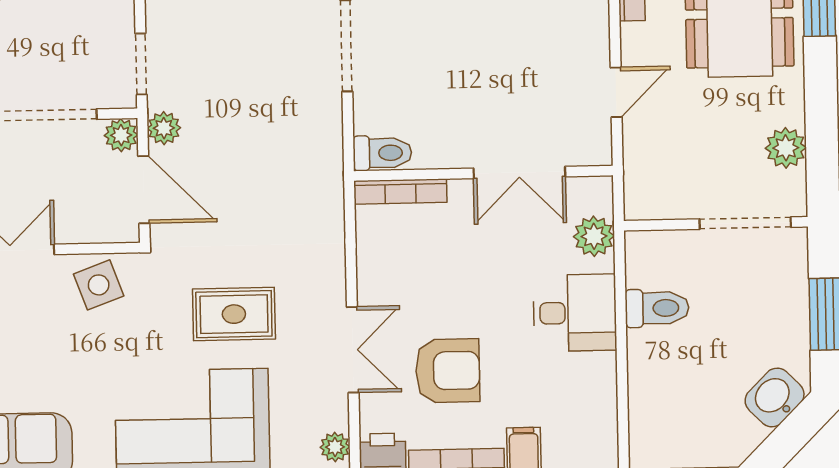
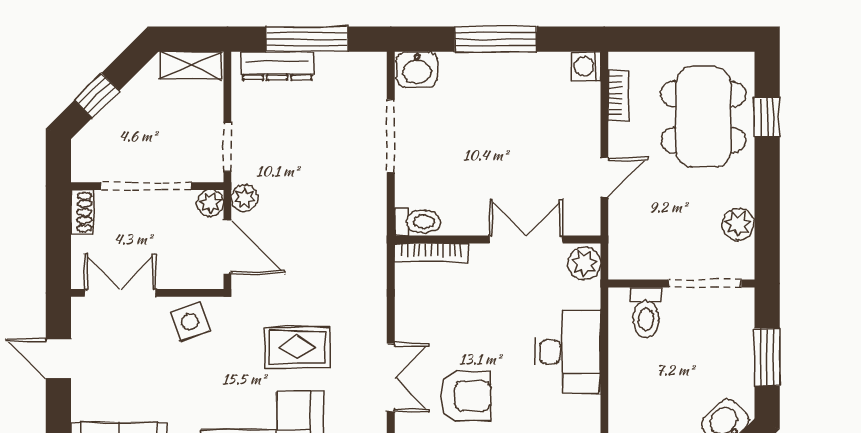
double door: (519, 172) -> (526, 240), swing flipped
plant: (594, 236) -> (584, 263), moved
toilet: (657, 308) -> (646, 312), moved, turned 90
desk: (575, 313) -> (568, 352), width x1.37

